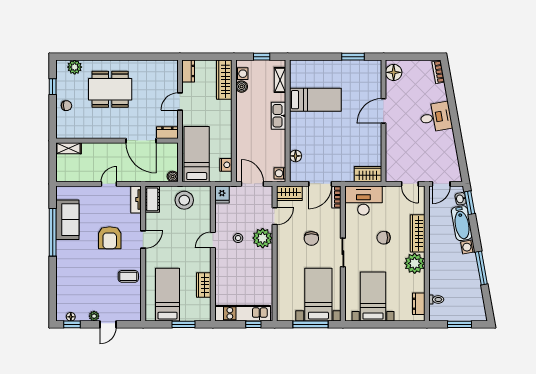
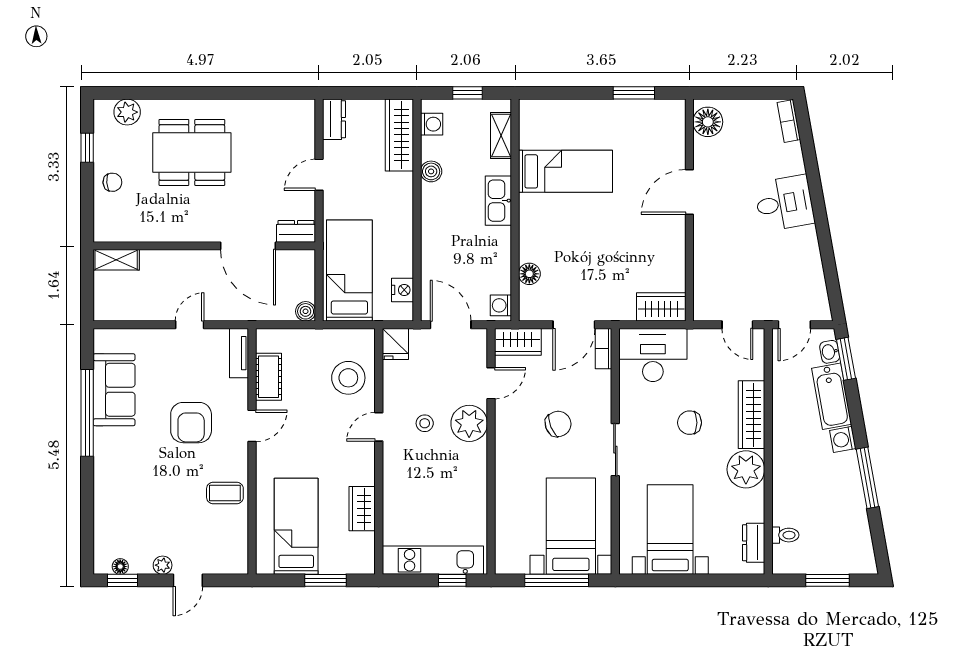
boiler: (242, 87) -> (431, 171), moved
cot: (152, 199) -> (269, 377), moved
stool: (184, 200) -> (348, 378), moved
chair: (311, 238) -> (558, 424), turned -112

